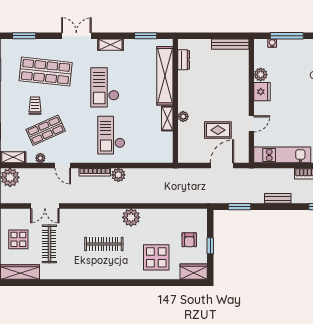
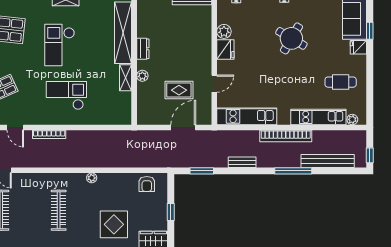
dresser: (184, 60) -> (143, 49), moved
checkout: (111, 135) -> (66, 95), turned 90
plant: (118, 175) -> (74, 137), removed
plant: (131, 217) -> (92, 178), width x0.53, depth x0.53
armchair: (189, 240) -> (147, 184), moved
clothes rail: (104, 244) -> (59, 210), turned 90

